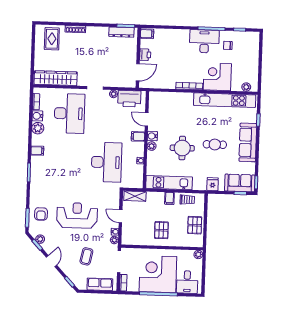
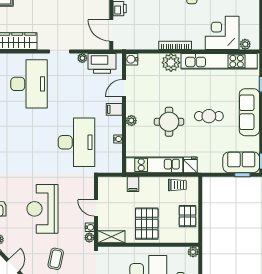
door: (138, 72) -> (111, 30), swing flipped
corner desk: (217, 77) -> (222, 33), moved
plant: (185, 100) -> (171, 63), added
door: (147, 119) -> (124, 88), hinge flipped
water cooler: (152, 136) -> (132, 59), moved
fridge: (213, 184) -> (190, 165), moved
shelving: (135, 196) -> (111, 237), moved
filing cabinet: (169, 198) -> (133, 184), moved
reception desk: (77, 215) -> (43, 209), turned -90
pallet: (161, 230) -> (147, 224), width x1.50, depth x1.42

